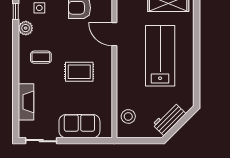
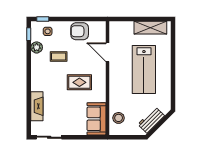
lab bench: (160, 56) -> (144, 69), turned 180
coffee table: (41, 57) -> (59, 56), moved
sofa: (79, 126) -> (96, 119), moved, turned -90

